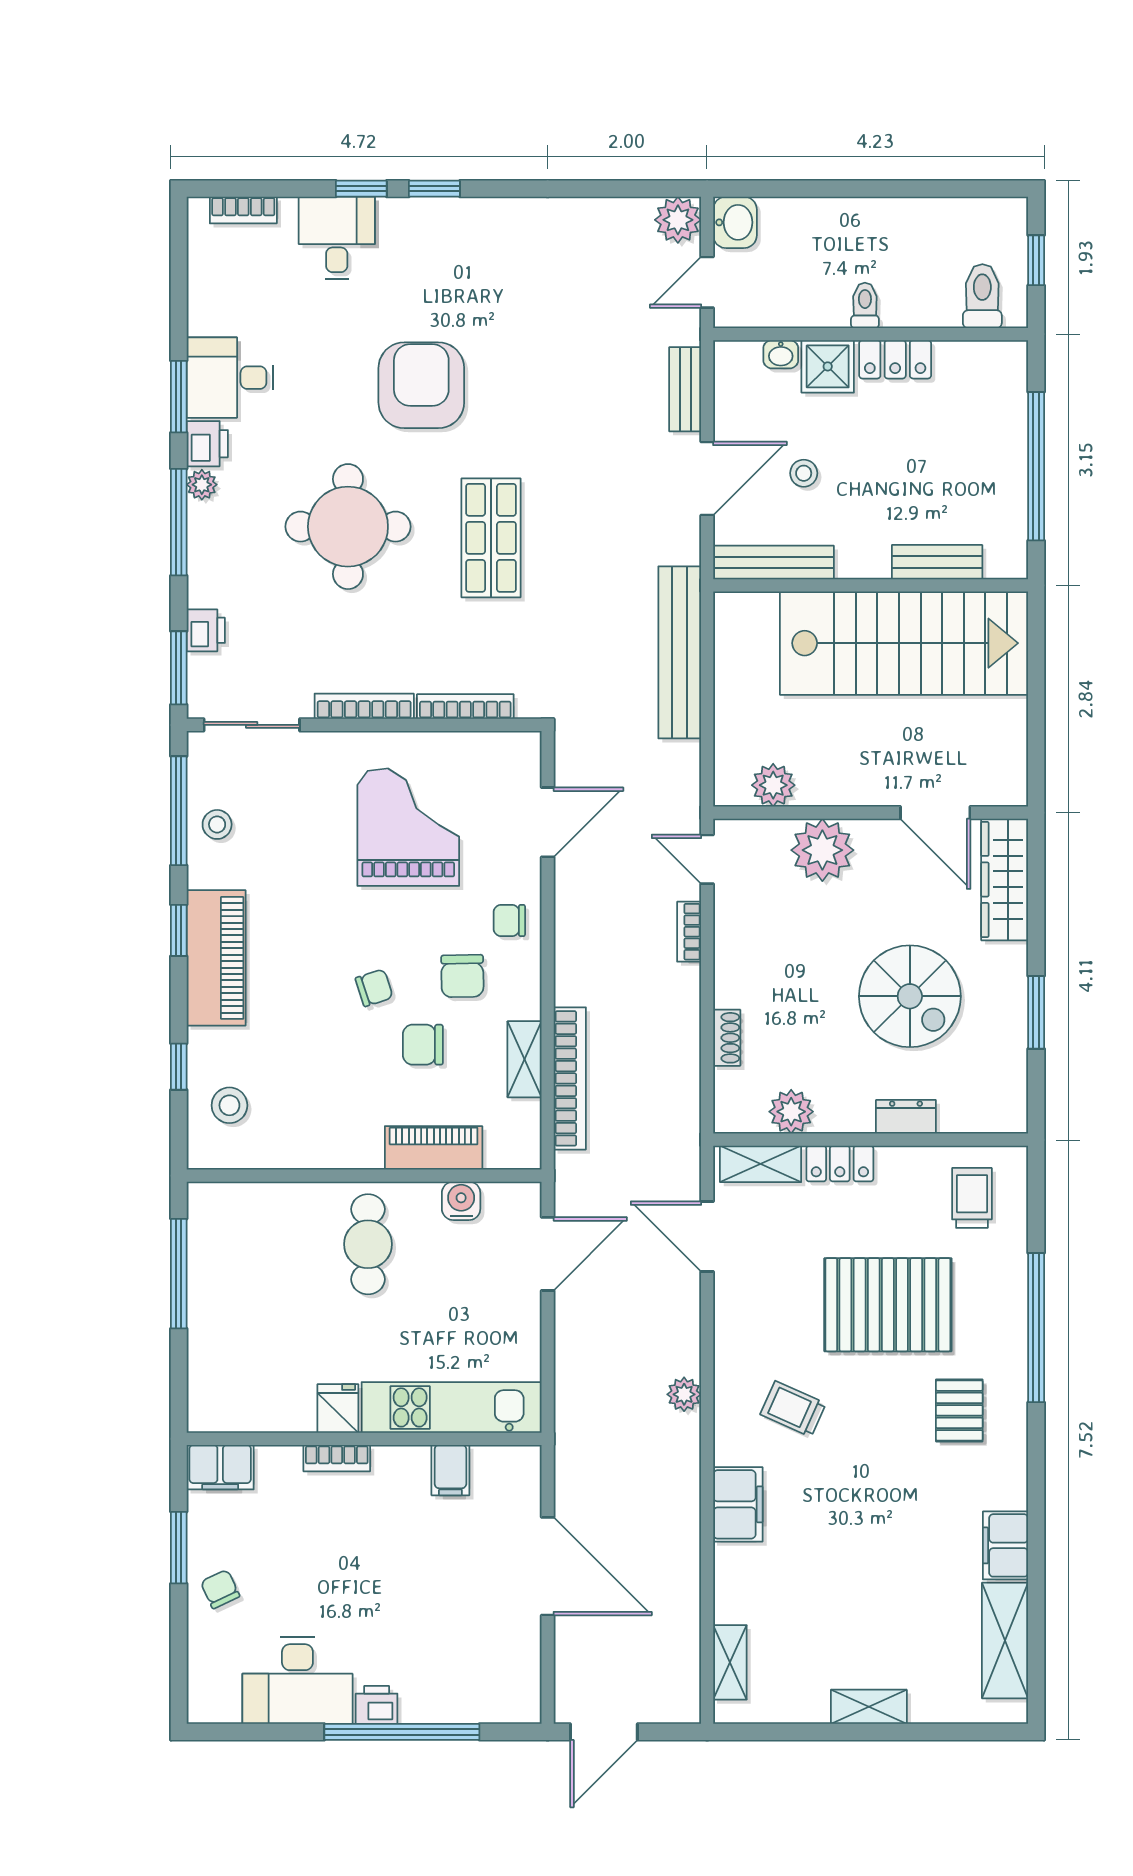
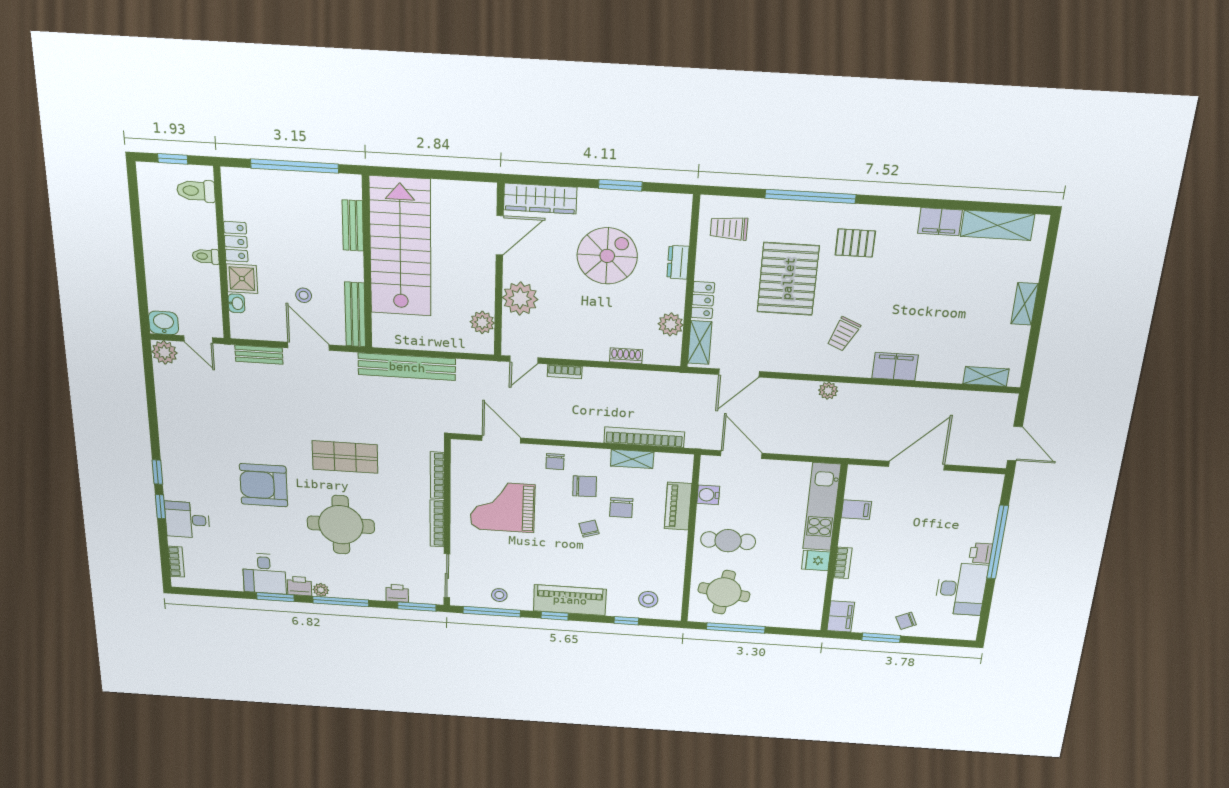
round table: (256, 1245) -> (724, 592), added

